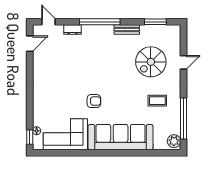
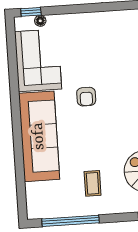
plant: (174, 141) -> (39, 210), removed

